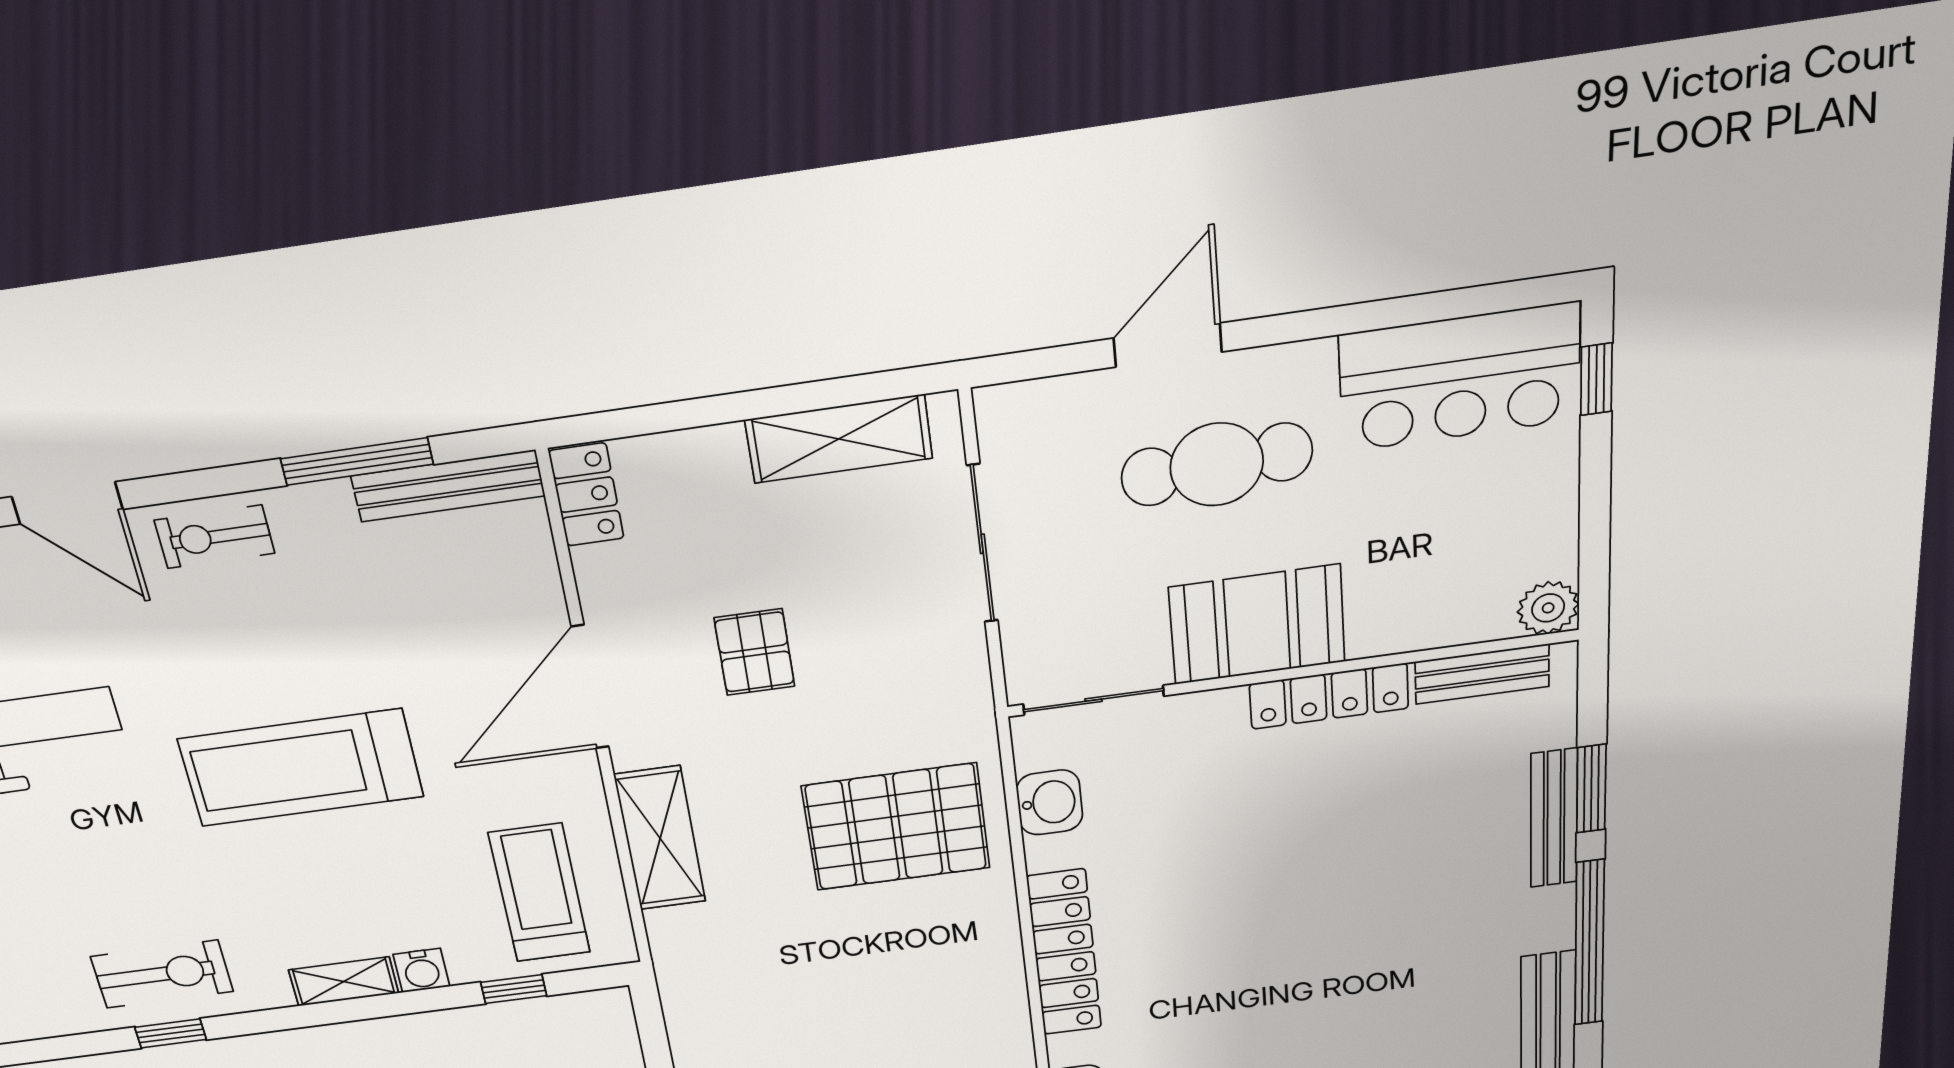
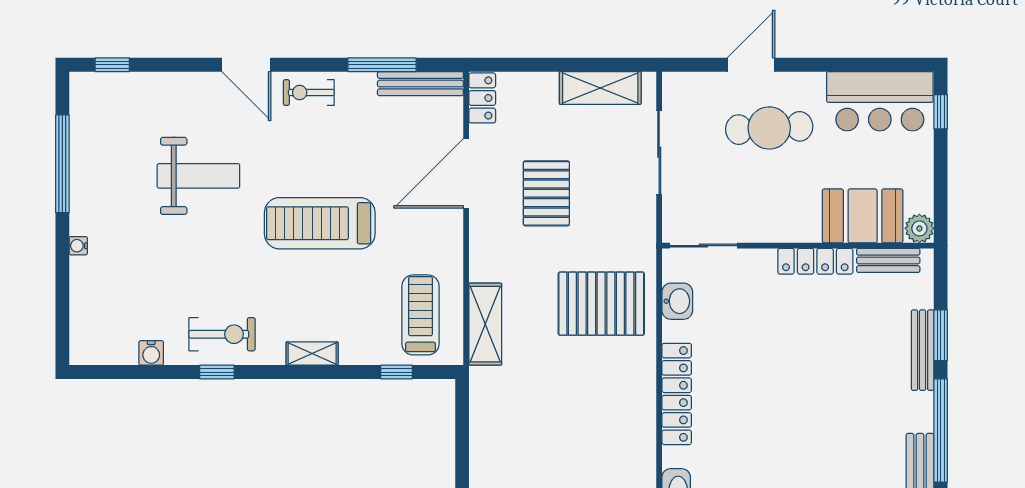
booth: (1257, 625) -> (863, 216), moved
pallet: (754, 652) -> (546, 193), width x1.50, depth x1.42
door: (590, 687) -> (466, 173), moved
shelving: (660, 838) -> (485, 324), moved
water cooler: (421, 970) -> (151, 353), moved

